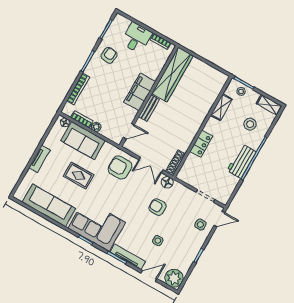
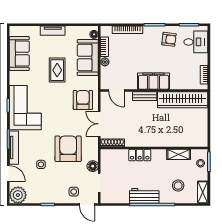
desk: (136, 38) -> (196, 42), moved
floor lamp: (167, 182) -> (93, 166), moved
sofa: (49, 205) -> (19, 54), width x0.73
armchair: (158, 207) -> (68, 149), width x1.88, depth x1.88

